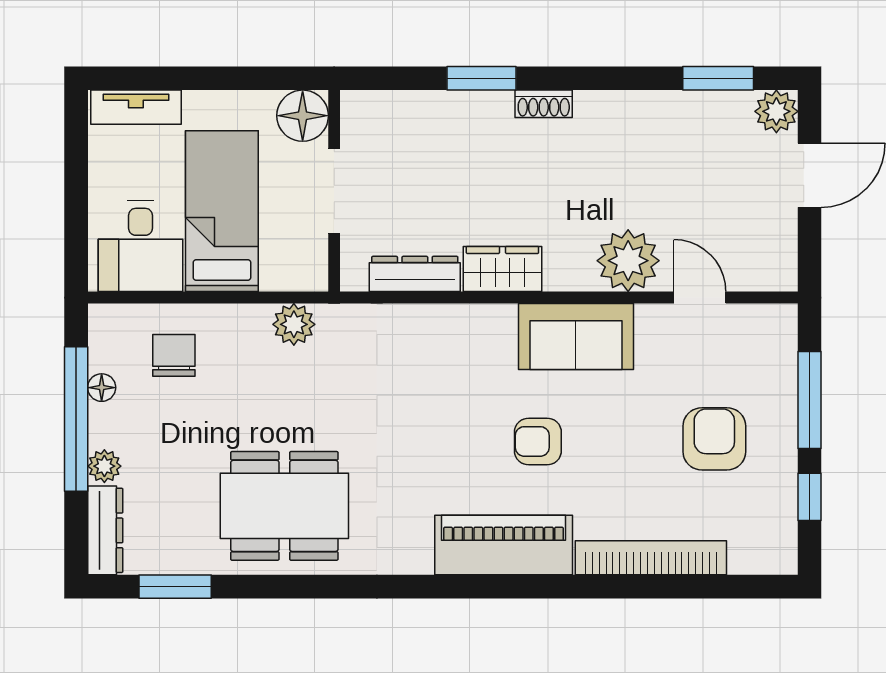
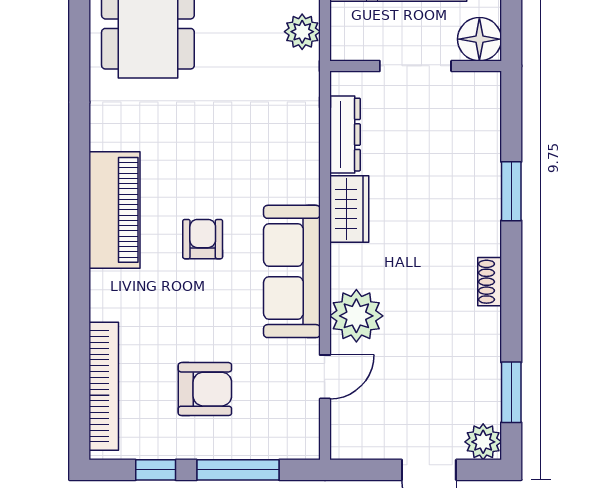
shoe rack: (544, 104) -> (490, 282), moved
sofa: (576, 337) -> (292, 271), width x1.36
bookcase: (651, 558) -> (104, 386), moved

